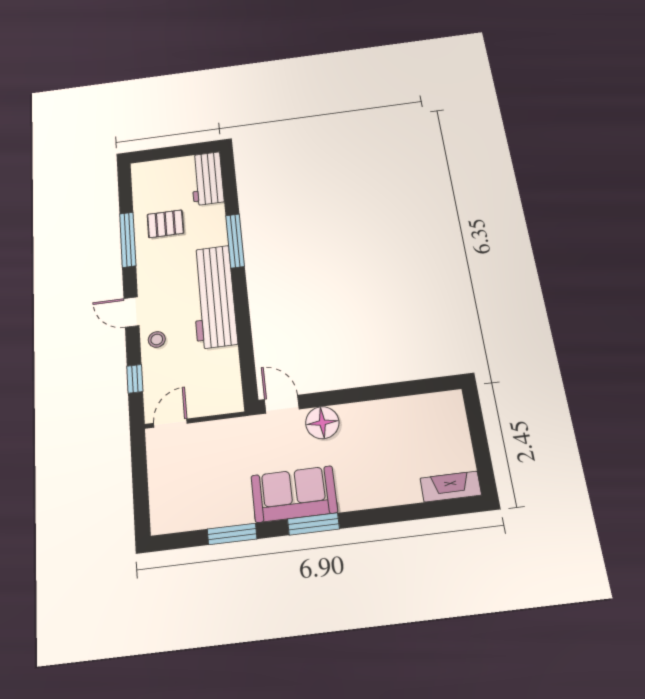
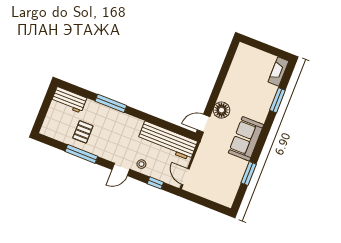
workbench: (214, 296) -> (168, 141), moved
window: (313, 524) -> (277, 100), moved

